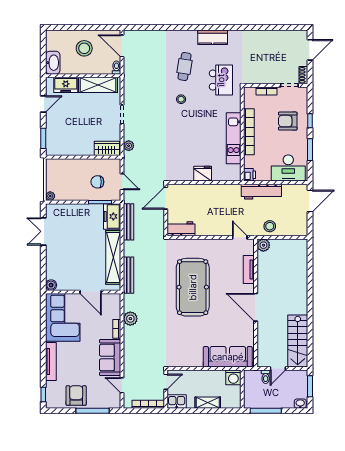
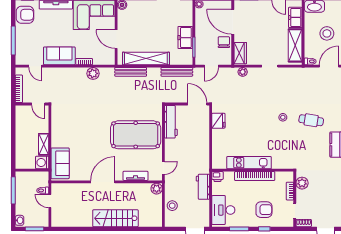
plant: (257, 77) -> (302, 183), added
kitchen island: (221, 80) -> (299, 152), removed
armchair: (288, 121) -> (264, 210), turned 90
door: (71, 157) -> (233, 22), added
fridge: (203, 174) -> (218, 121), moved
chair: (97, 182) -> (224, 42), moved
workbench: (261, 192) -> (203, 187), width x0.73
freezer: (112, 216) -> (185, 38), moved, turned -90
stool: (270, 226) -> (172, 206), moved
workbench: (181, 229) -> (171, 122), width x1.38
pool table: (193, 287) -> (136, 135), moved
door: (91, 292) -> (116, 39), hinge flipped
stairs: (298, 341) -> (115, 218), moved
sofa: (228, 357) -> (60, 163), width x0.73
door: (122, 385) -> (35, 66), swing flipped
armchair: (76, 396) -> (25, 15), moved
kitchen sink: (177, 402) -> (21, 113), removed
shelving: (208, 403) -> (44, 144), moved

